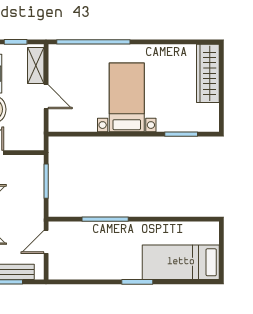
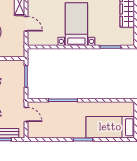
door: (46, 242) -> (26, 114), swing flipped

